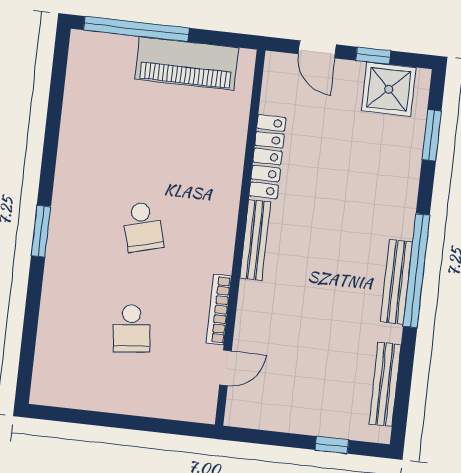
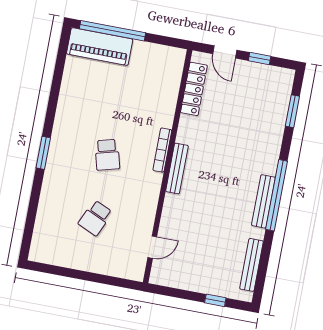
piano: (187, 63) -> (100, 47), moved
shower: (389, 89) -> (268, 80), removed
locker: (268, 157) -> (194, 89), moved
bookcase: (219, 309) -> (162, 150), moved
school desk: (131, 328) -> (95, 218), turned 30

